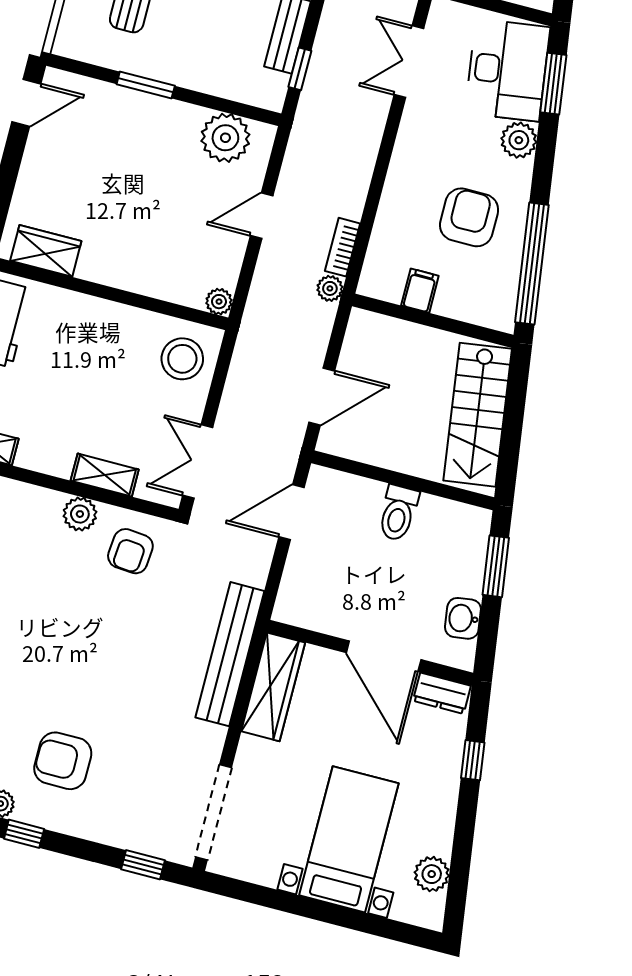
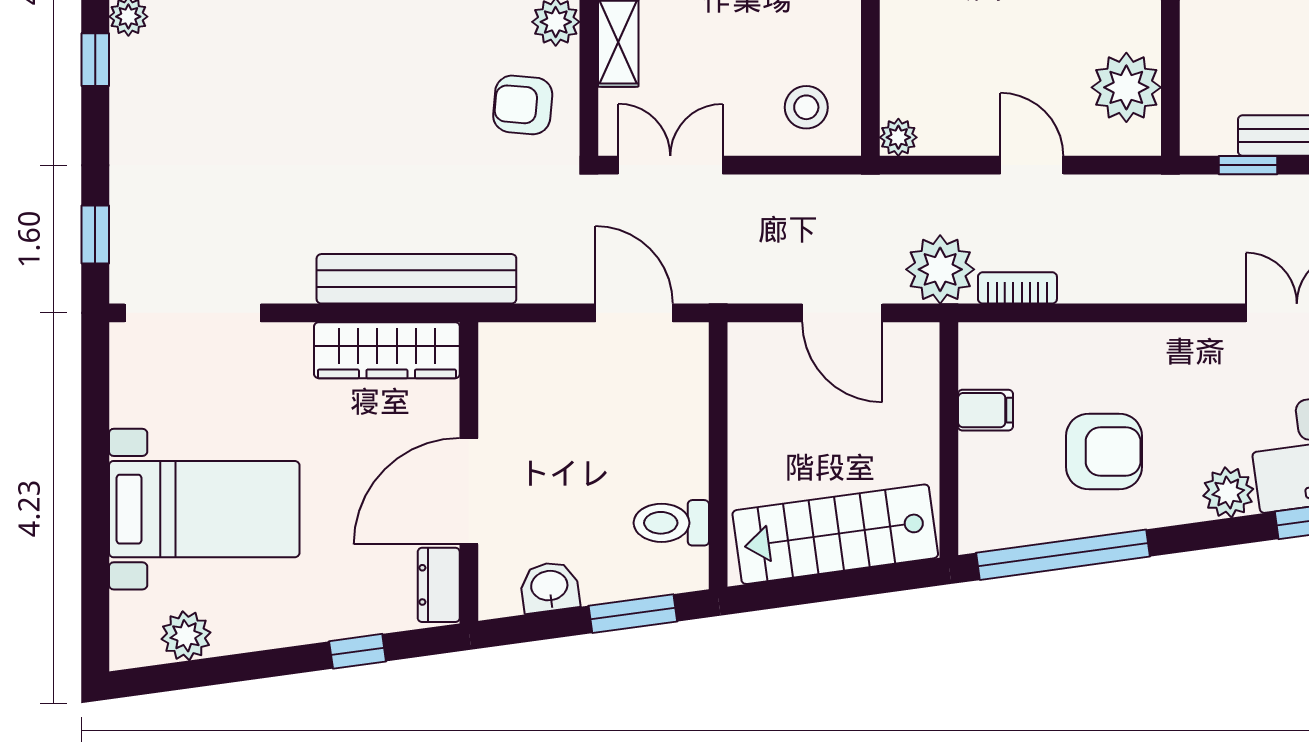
plant: (330, 288) -> (940, 269), width x1.87, depth x1.87
stool: (182, 359) -> (806, 107), width x0.73, depth x0.73
door: (322, 397) -> (842, 313), moved
toilet: (398, 513) -> (671, 523), moved
armchair: (63, 761) -> (210, 87), removed

